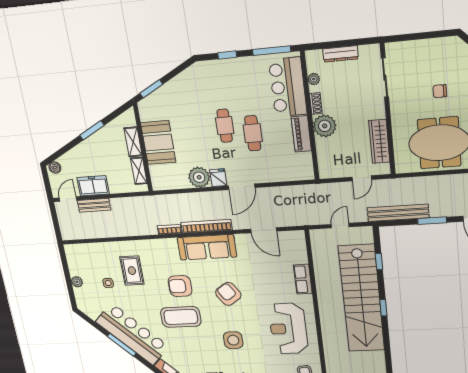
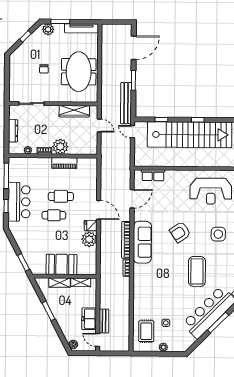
bar counter: (288, 87) -> (19, 202), moved, turned -90
door: (340, 226) -> (133, 132), moved
rug: (132, 271) -> (146, 331), moved, turned 90
row of seats: (303, 279) -> (153, 175), moved
armchair: (180, 286) -> (172, 268), removed

